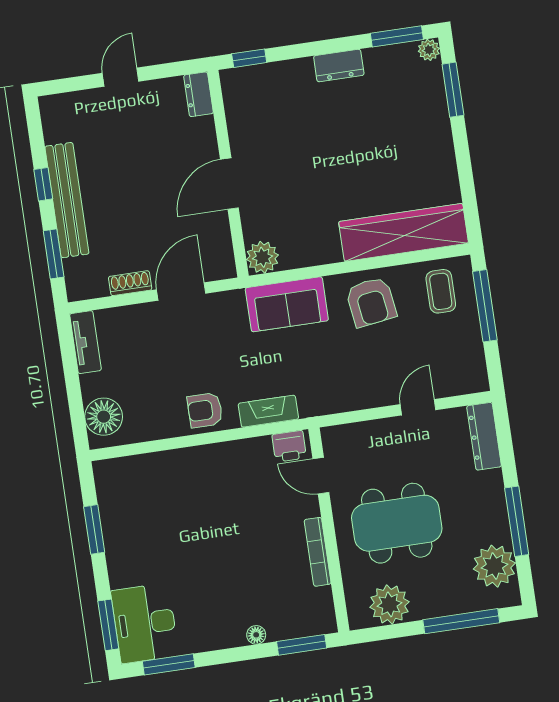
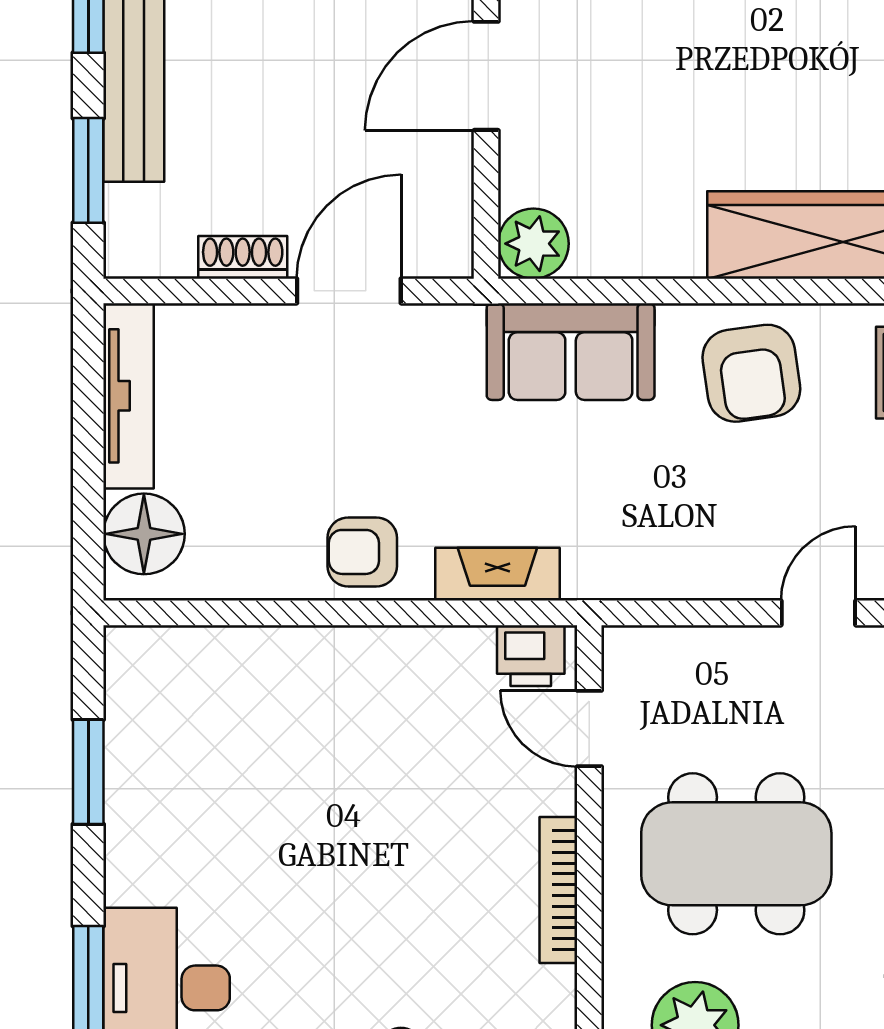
tv unit: (85, 342) -> (129, 396), width x1.41

